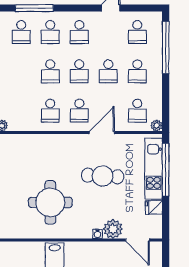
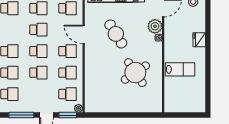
school desk: (21, 111) -> (68, 94), added
cafe table: (103, 176) -> (116, 34), turned -35
round table: (50, 202) -> (135, 73), turned -34

